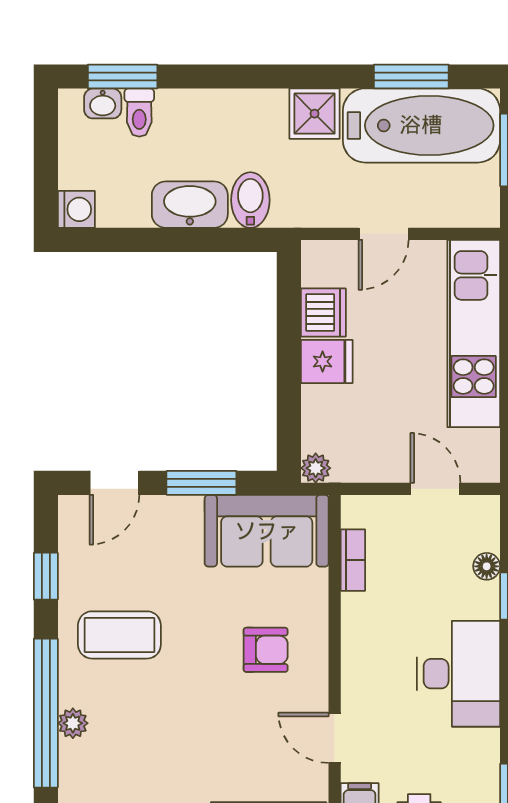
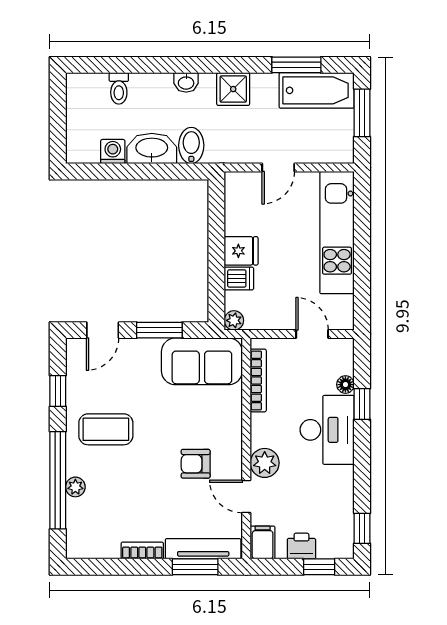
window: (123, 77) -> (108, 65), removed
washbasin: (103, 103) -> (186, 82), moved
bathtub: (421, 125) -> (317, 90), width x0.73, depth x0.73
washing machine: (76, 209) -> (113, 152), moved, turned -90
dishwasher: (323, 313) -> (239, 278), moved, width x0.73
bookcase: (353, 560) -> (258, 380), width x1.56
armchair: (266, 650) -> (196, 464), moved, turned 180
desk: (459, 674) -> (327, 430), moved
plant: (363, 687) -> (265, 463), added

